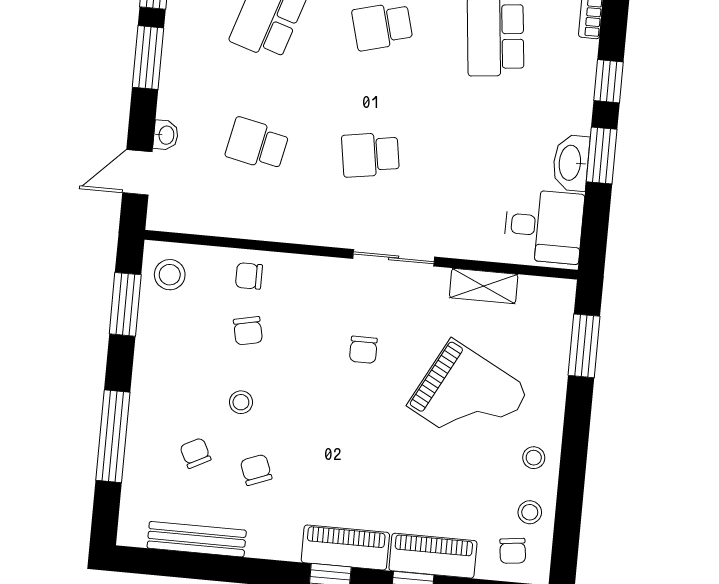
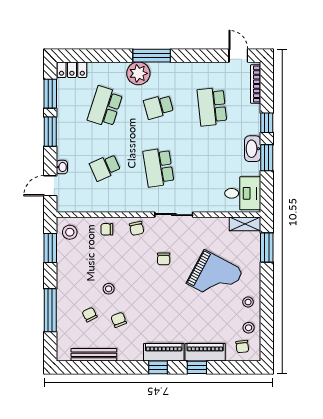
school desk: (257, 144) -> (105, 167), turned -36
school desk: (370, 155) -> (158, 167), width x1.85
washbasin: (571, 163) -> (253, 149), moved
shelving: (484, 286) -> (245, 224), moved
chair: (248, 331) -> (137, 228), moved

